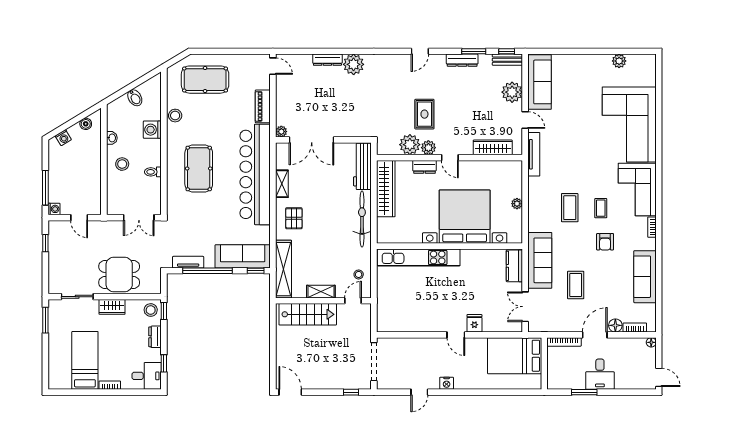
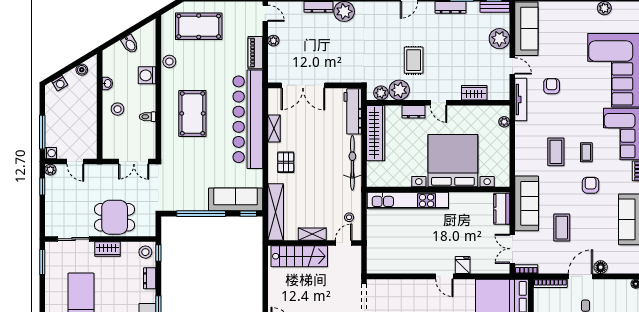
plant: (281, 132) -> (273, 41), moved
armchair: (565, 141) -> (552, 86), added
wardrobe: (493, 147) -> (474, 93), width x0.67
plant: (428, 148) -> (381, 93), moved
plant: (517, 204) -> (504, 122), moved
plant: (54, 226) -> (50, 170), added
armchair: (605, 242) -> (591, 185), turned 180
tv unit: (188, 262) -> (182, 205), removed
bookcase: (635, 327) -> (526, 269), moved

